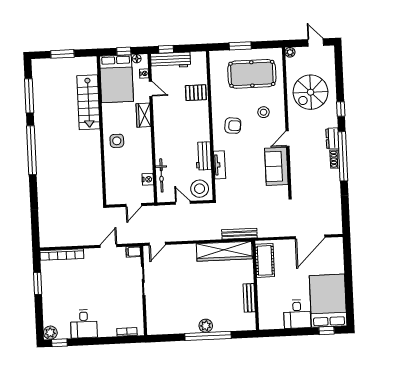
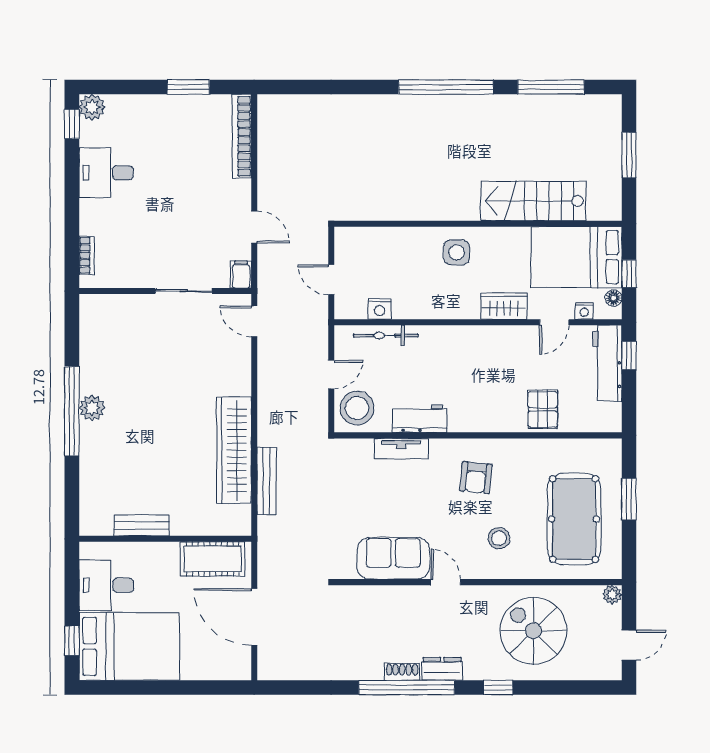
cot: (265, 260) -> (213, 559), moved
wall: (256, 285) -> (165, 539), moved
bench: (249, 298) -> (142, 525), moved

